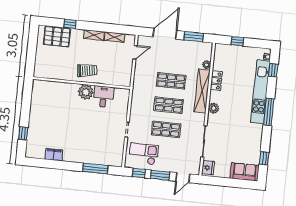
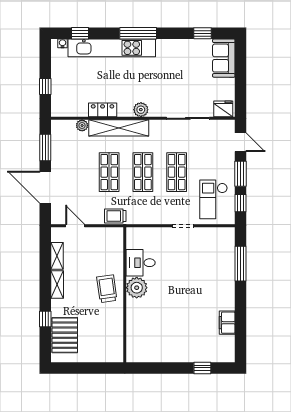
trolley: (139, 82) -> (115, 216), added

